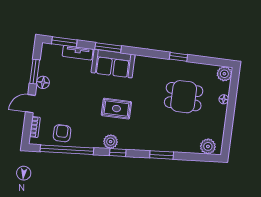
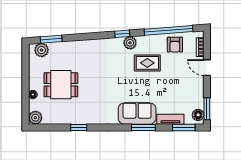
window: (35, 72) -> (207, 109), moved
floor lamp: (43, 82) -> (198, 115), moved
dining table: (184, 97) -> (61, 85), moved
door: (30, 104) -> (207, 68), swing flipped
rug: (116, 109) -> (147, 63), moved
window: (162, 155) -> (51, 39), moved

